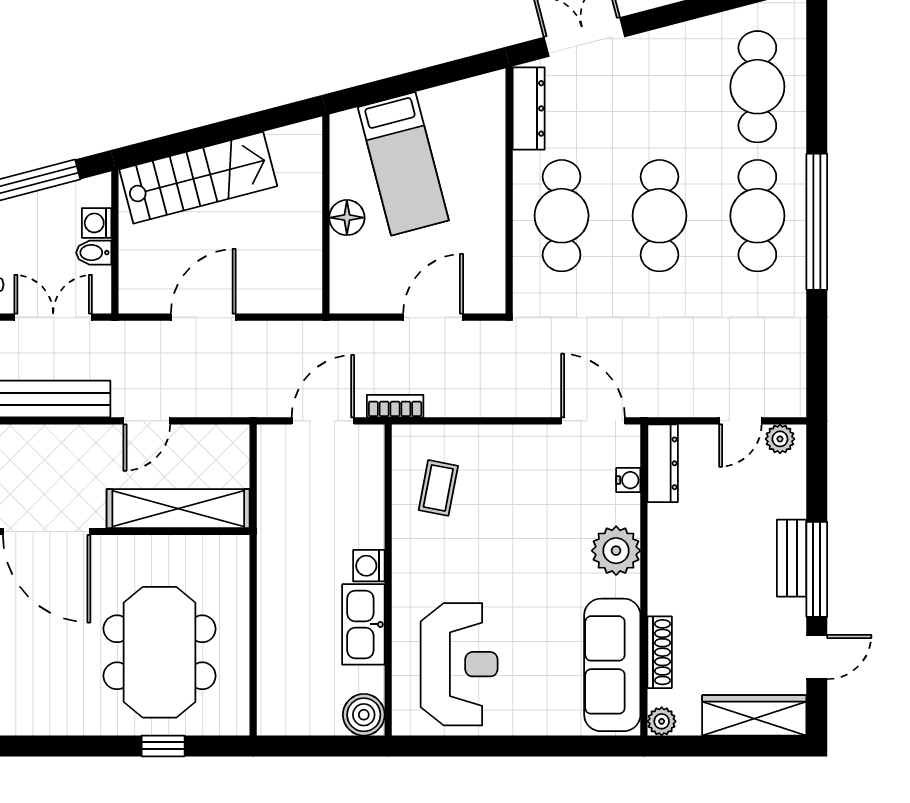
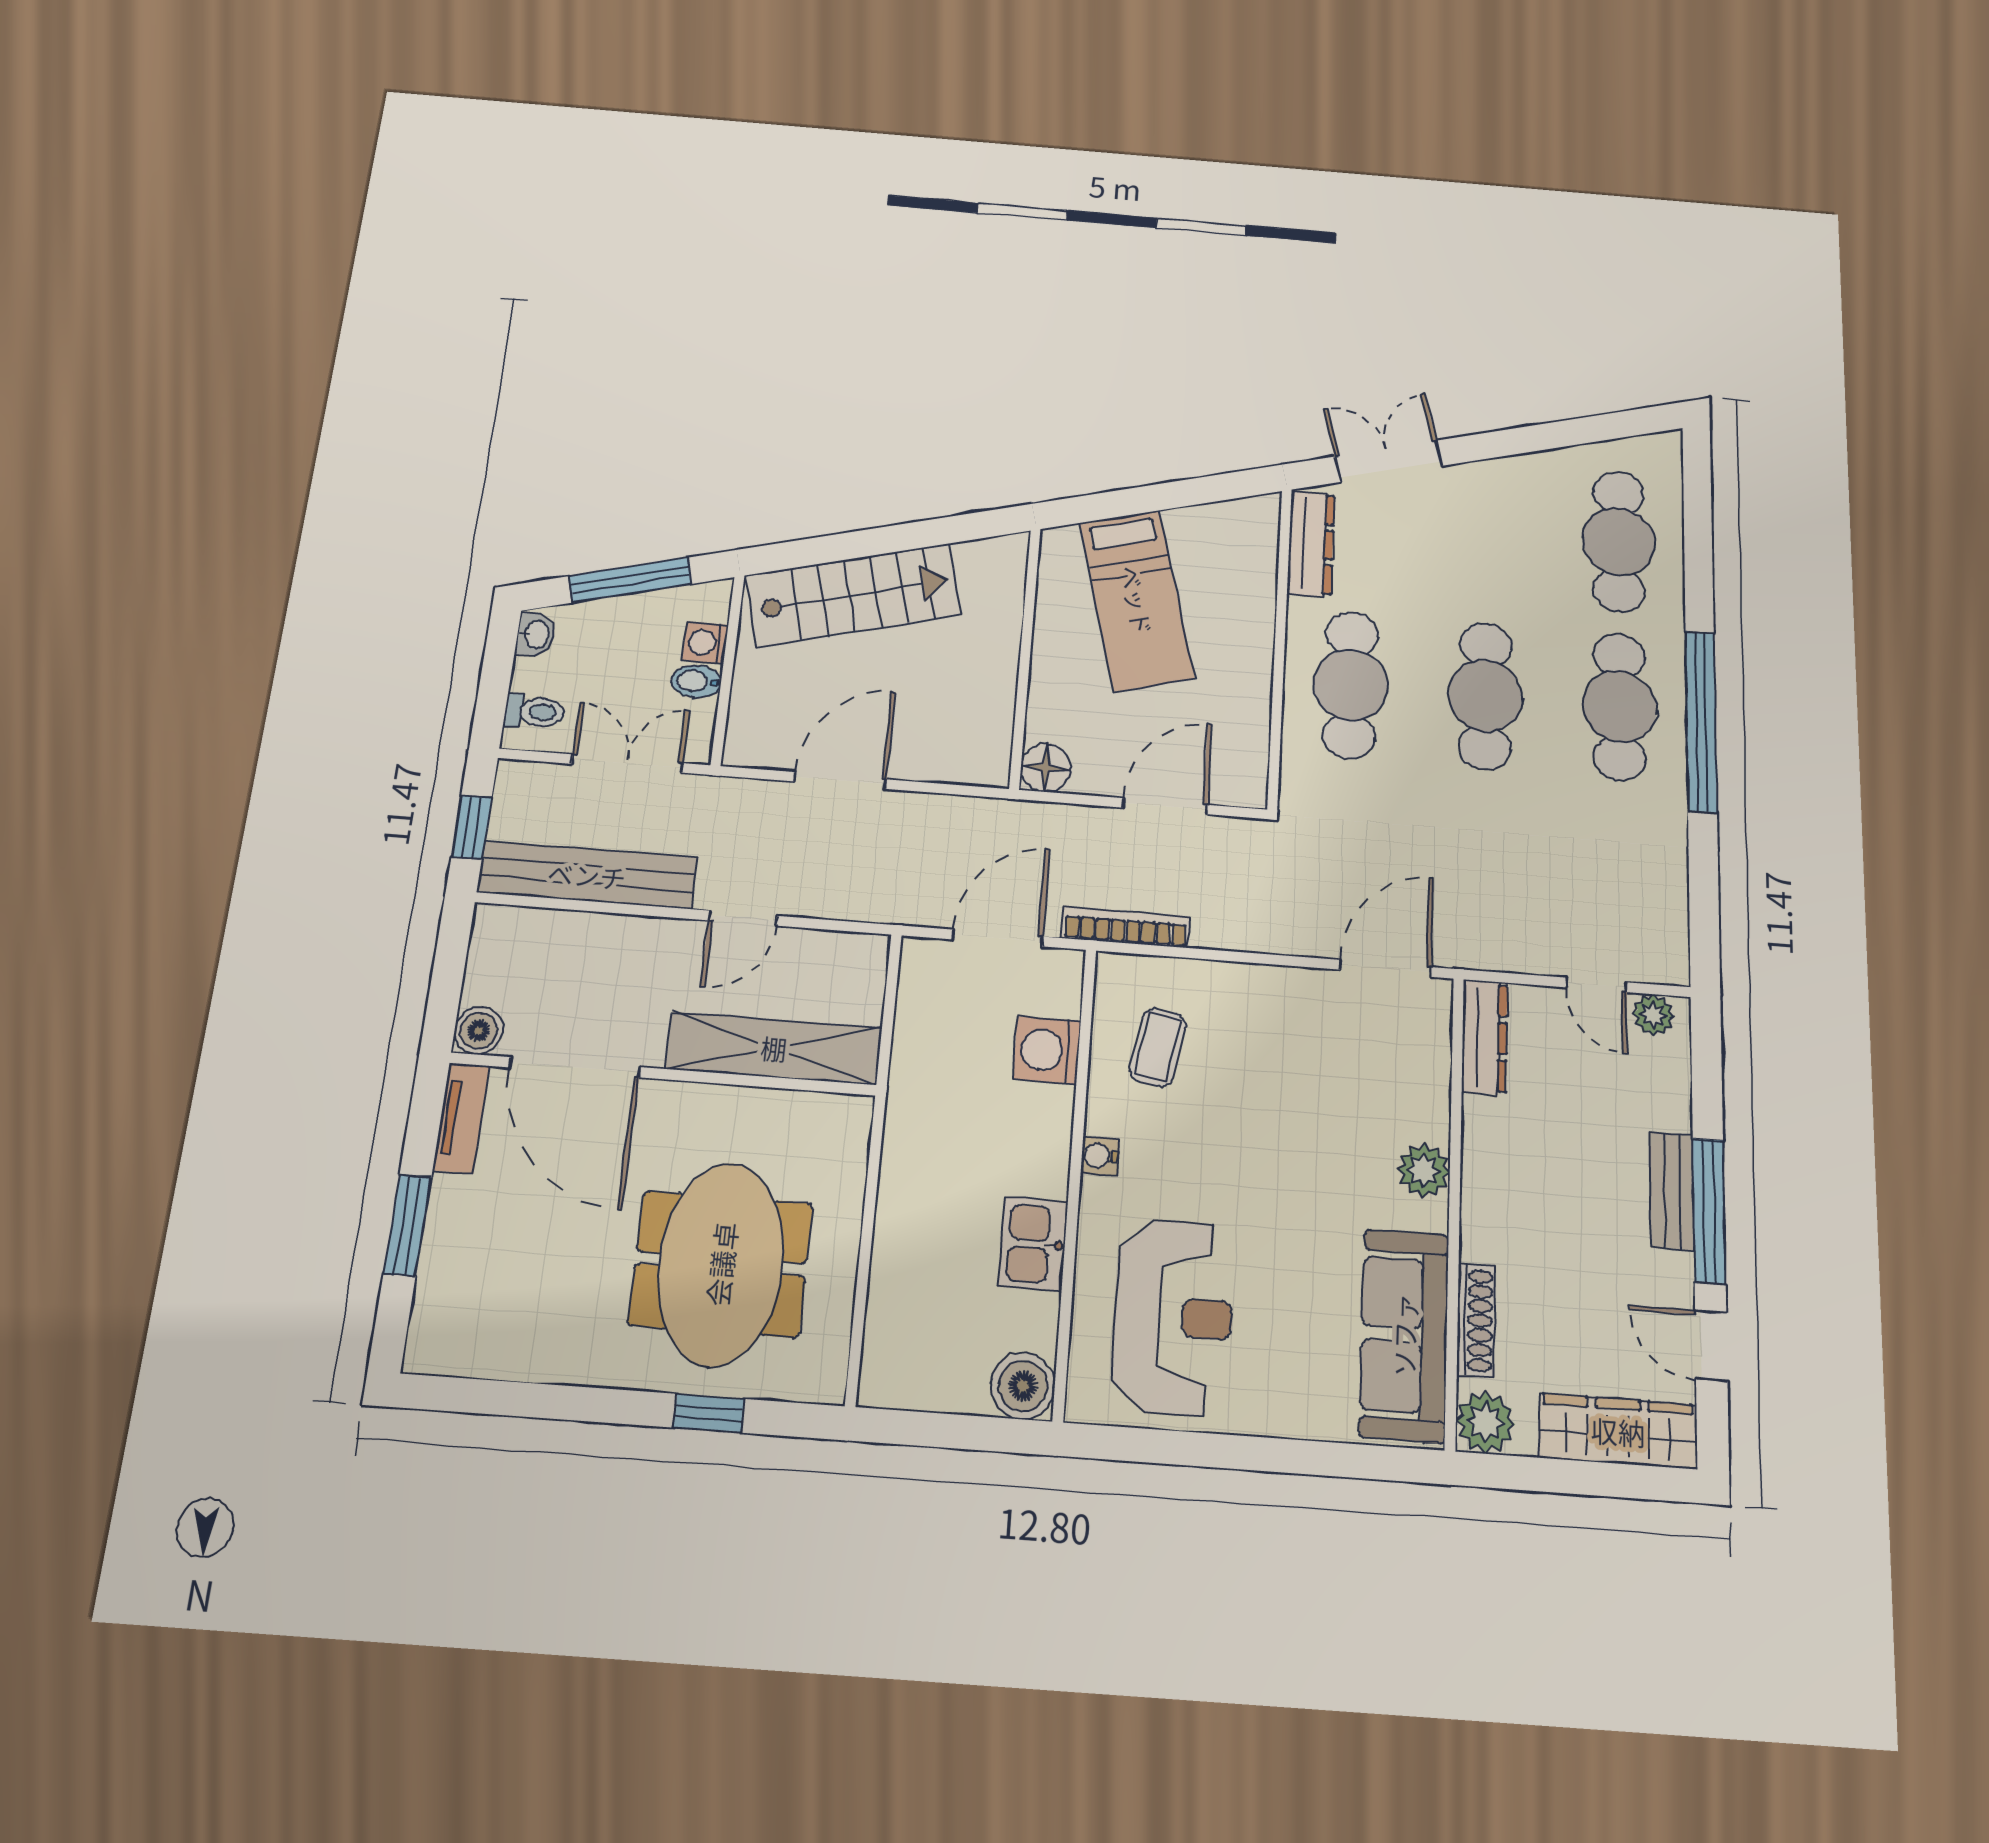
floor lamp: (347, 218) -> (1046, 768), moved
bookcase: (395, 406) -> (1126, 927), width x1.56
door: (593, 421) -> (1386, 968), hinge flipped
door: (740, 421) -> (1596, 985), hinge flipped
water cooler: (628, 480) -> (1100, 1156), moved, turned 180
plant: (616, 551) -> (1423, 1171), width x0.73, depth x0.73
washing machine: (369, 566) -> (1047, 1050), moved, width x1.38, depth x1.38
kitchen sink: (363, 624) -> (1033, 1244), width x0.73
door: (817, 657) -> (1711, 1346), swing flipped
plant: (662, 721) -> (1485, 1422), width x1.38, depth x1.38

